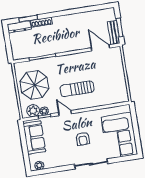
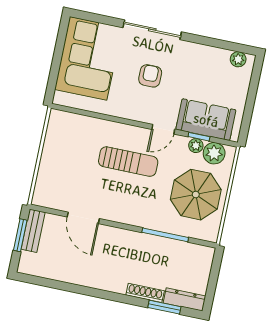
door: (100, 48) -> (83, 218), moved
door: (65, 113) -> (163, 129), hinge flipped
sofa: (34, 138) -> (206, 120), moved, turned 90

